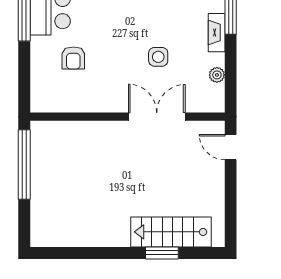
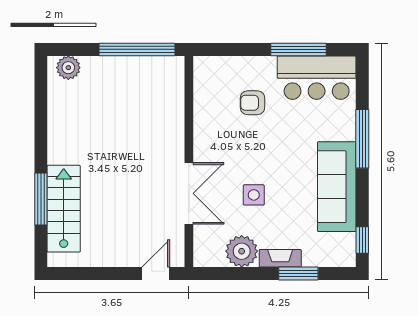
plant: (217, 75) -> (242, 251), width x1.88, depth x1.88
plant: (41, 228) -> (68, 68), added
window: (162, 253) -> (41, 199), width x1.44

